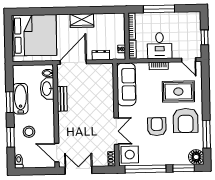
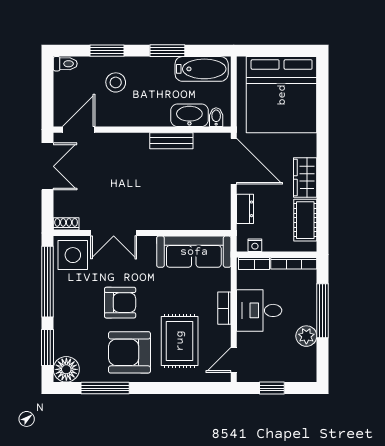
plant: (174, 18) -> (306, 336), added
cot: (107, 20) -> (305, 220), added
bathtub: (20, 99) -> (202, 69), moved

